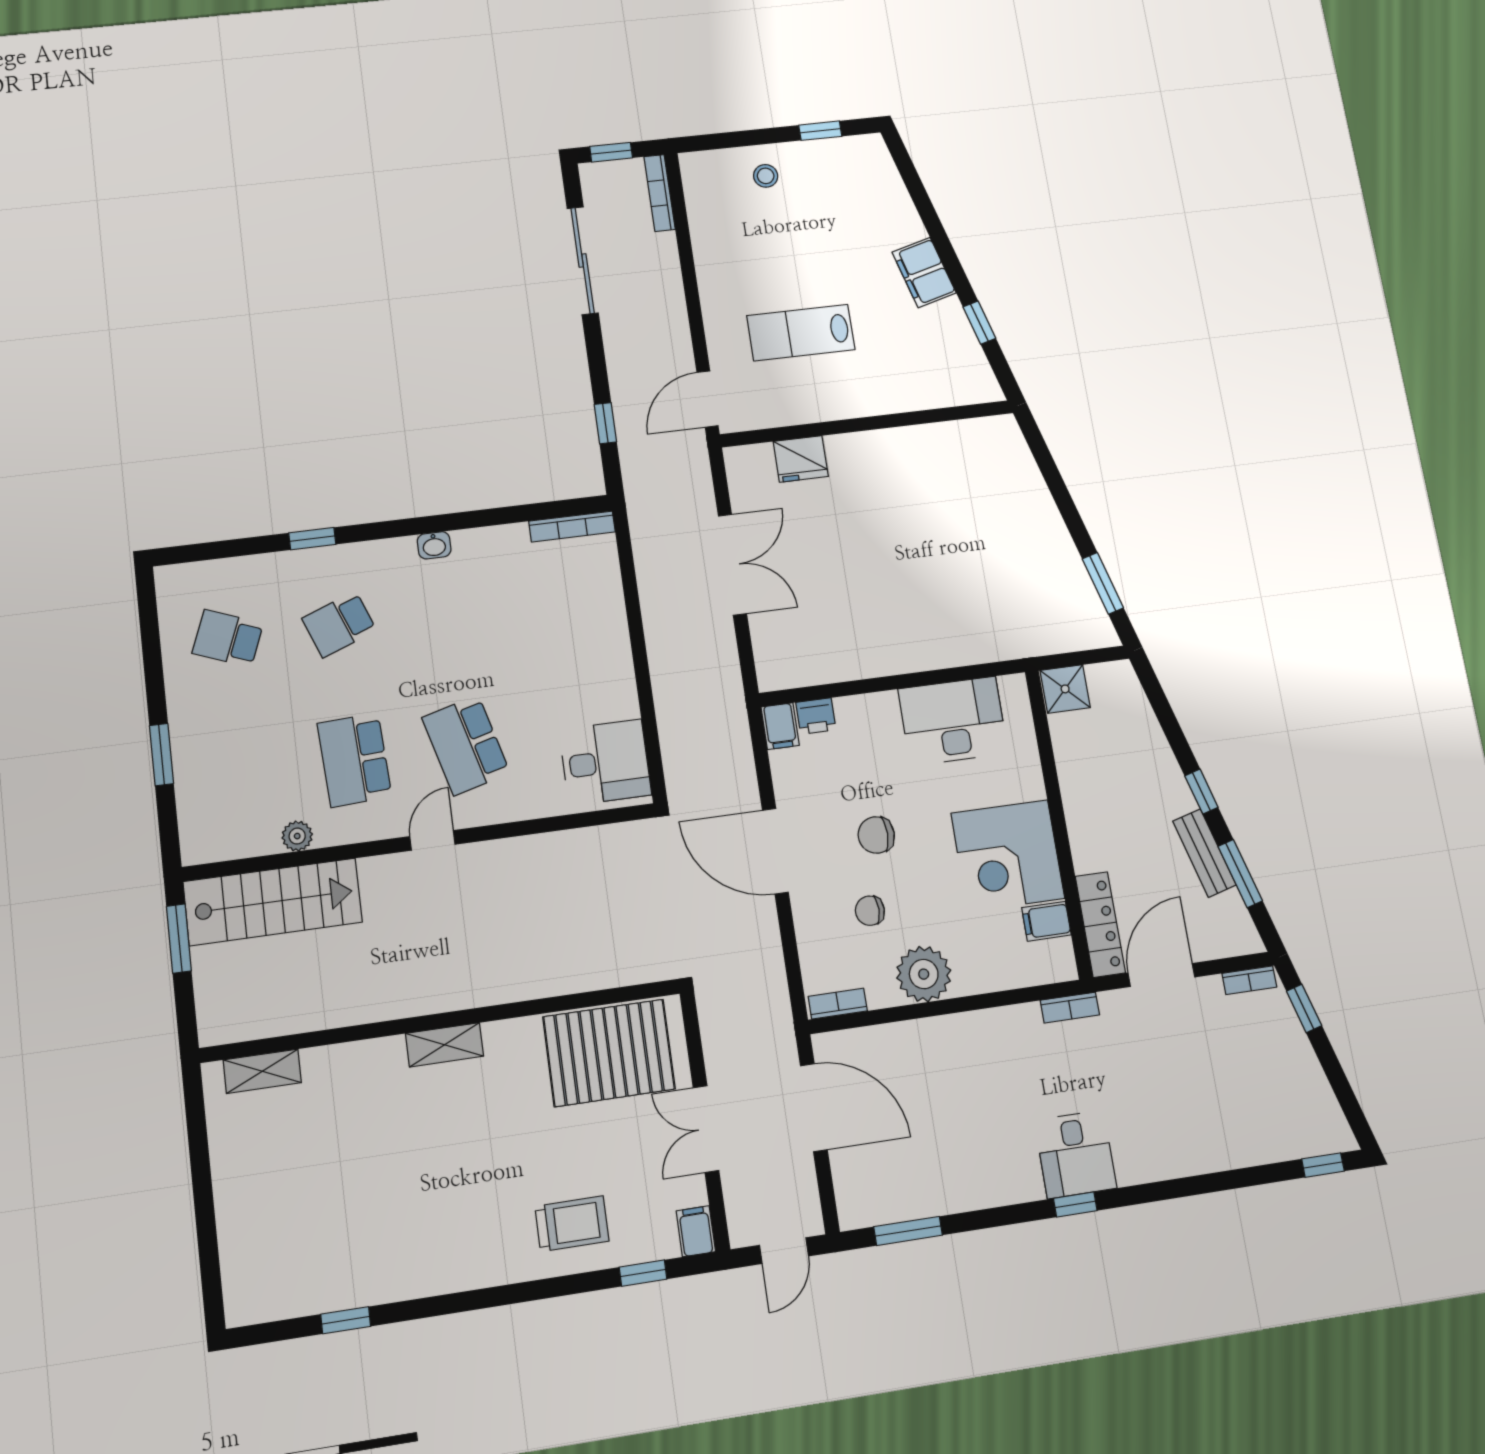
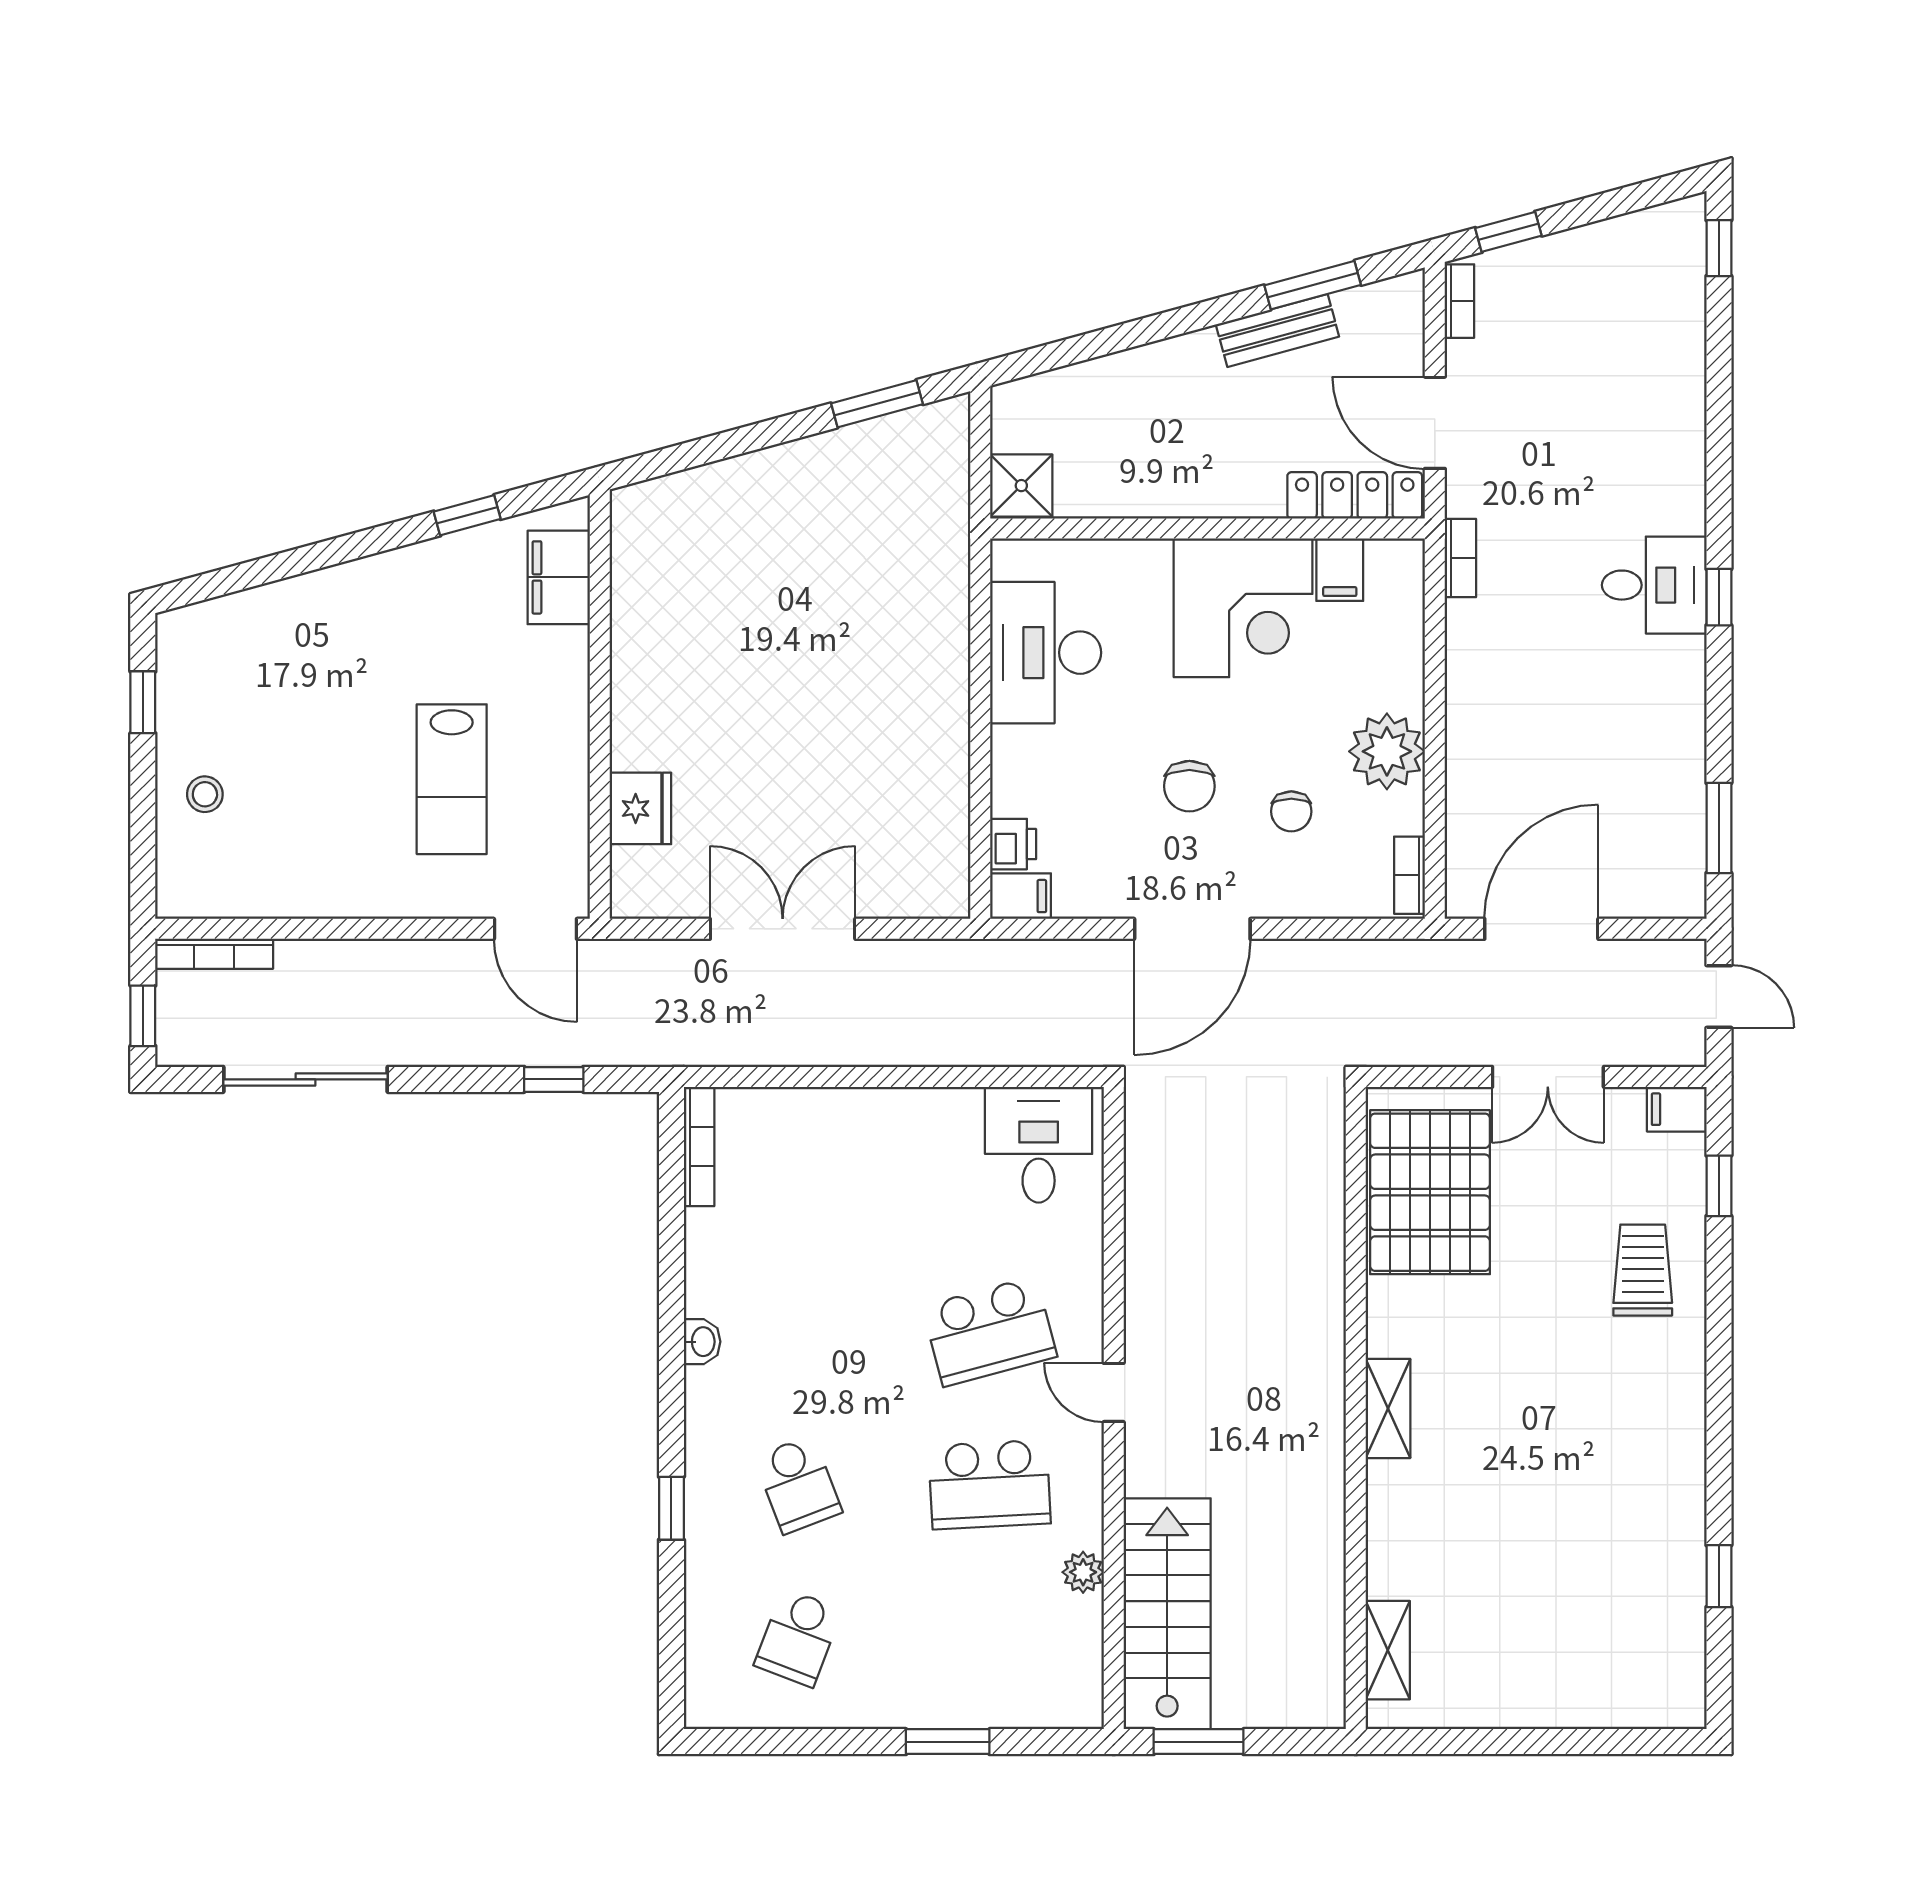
filing cabinet: (924, 272) -> (559, 577), moved, turned 105
window: (1201, 792) -> (1192, 318), removed

